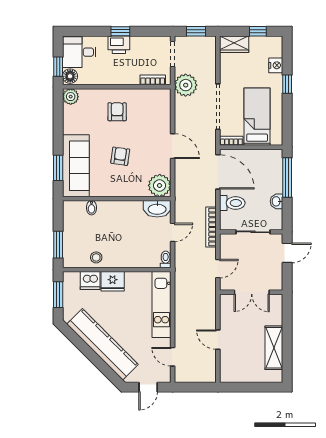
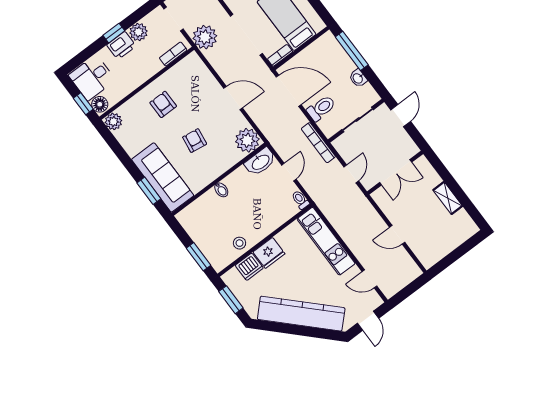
plant: (139, 44) -> (138, 32), added
bidet: (91, 208) -> (221, 190), moved
shelving: (274, 348) -> (448, 198), width x0.67, depth x0.75

